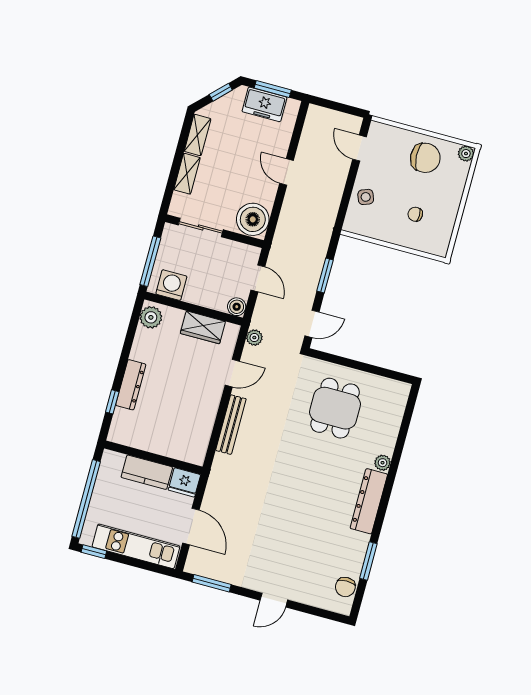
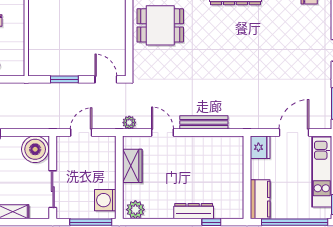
boiler: (237, 307) -> (108, 143), removed
dining table: (335, 408) -> (160, 25), moved
kitchen counter: (147, 472) -> (260, 199), moved

